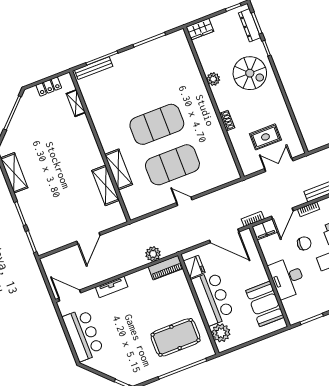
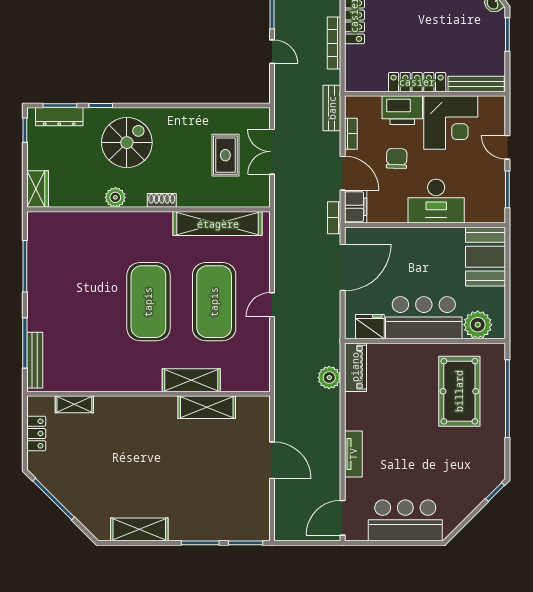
shoe rack: (227, 121) -> (162, 200), moved
shelving: (221, 148) -> (218, 224), added
booth: (265, 304) -> (486, 257), moved, turned 90

